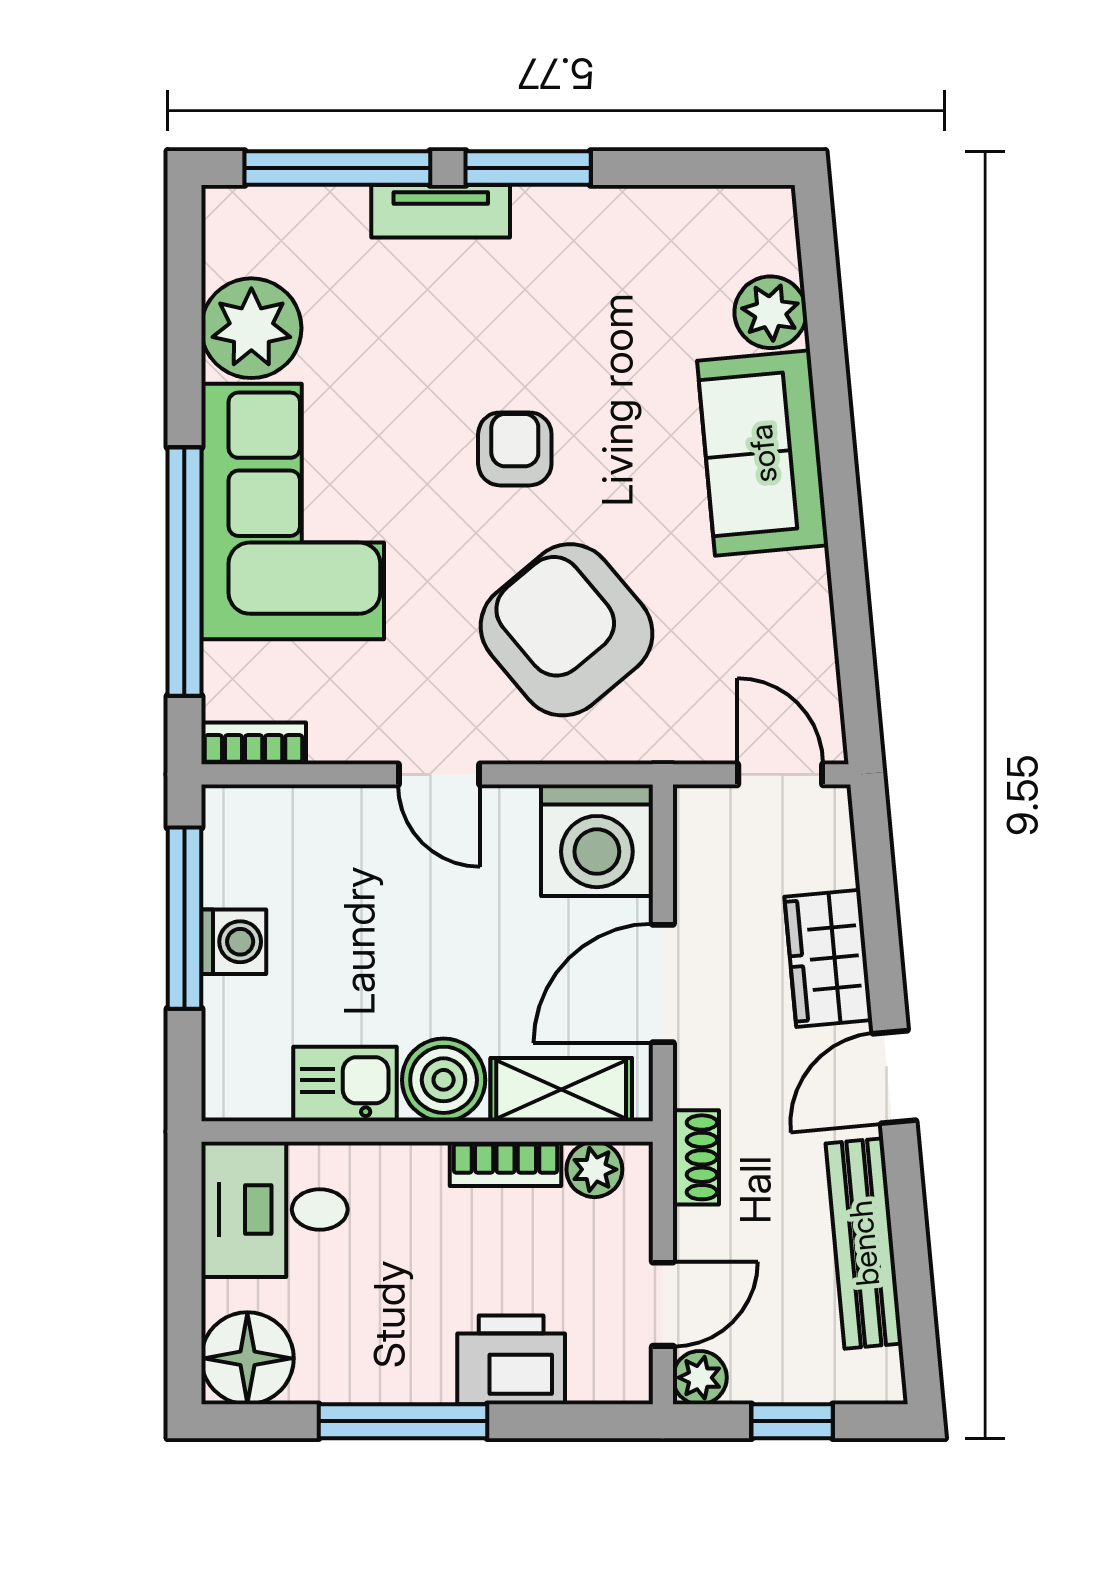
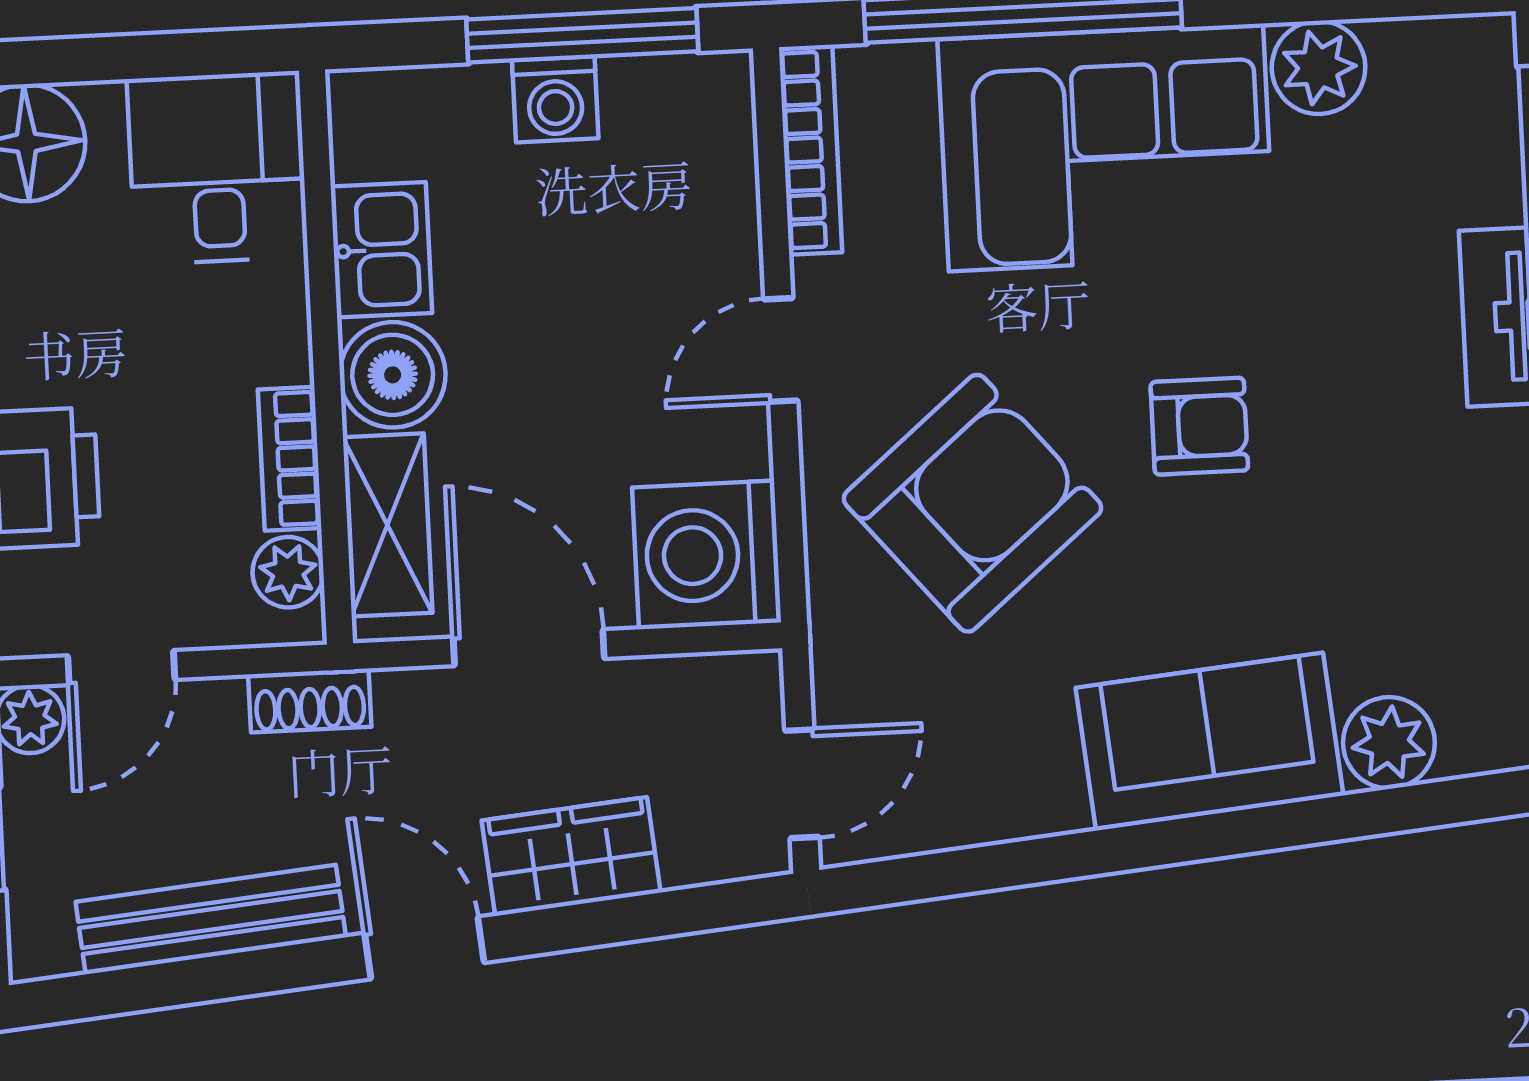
plant: (251, 328) -> (1319, 67), width x0.73, depth x0.73
bookcase: (254, 743) -> (810, 150), width x1.56
door: (663, 1304) -> (121, 668), hinge flipped

